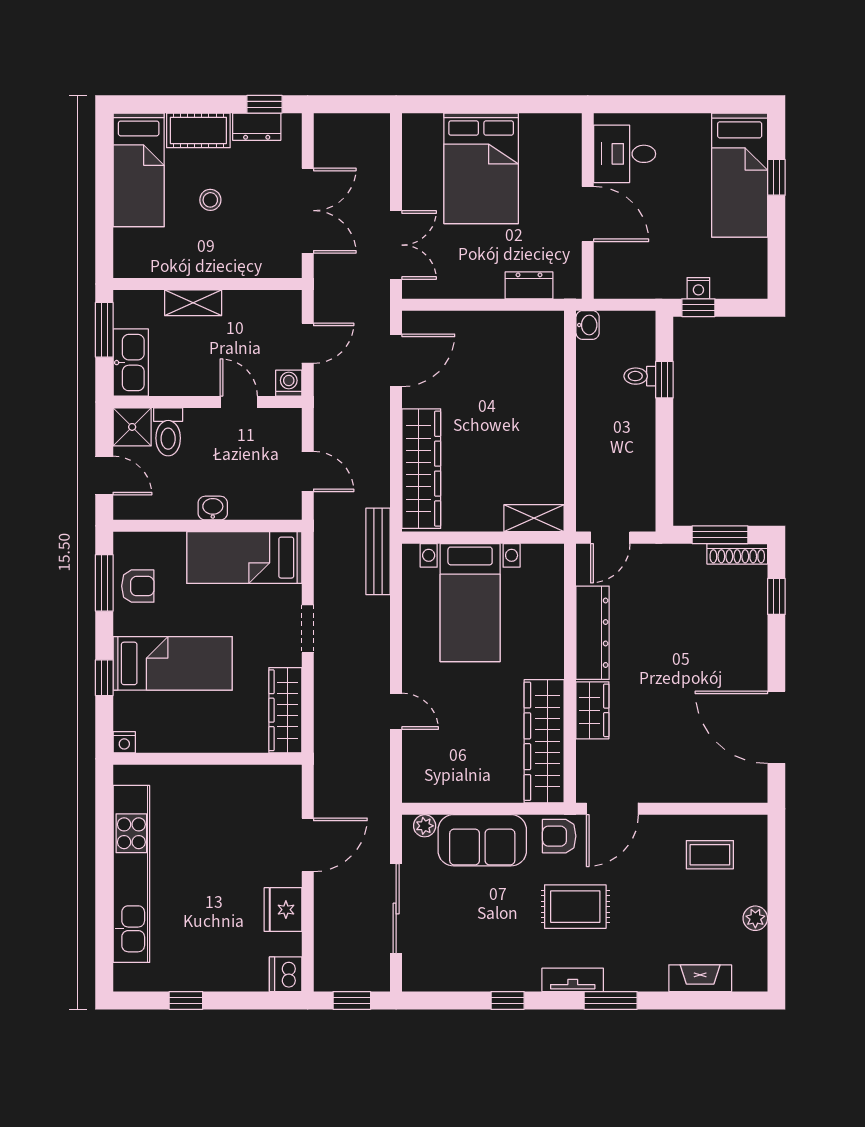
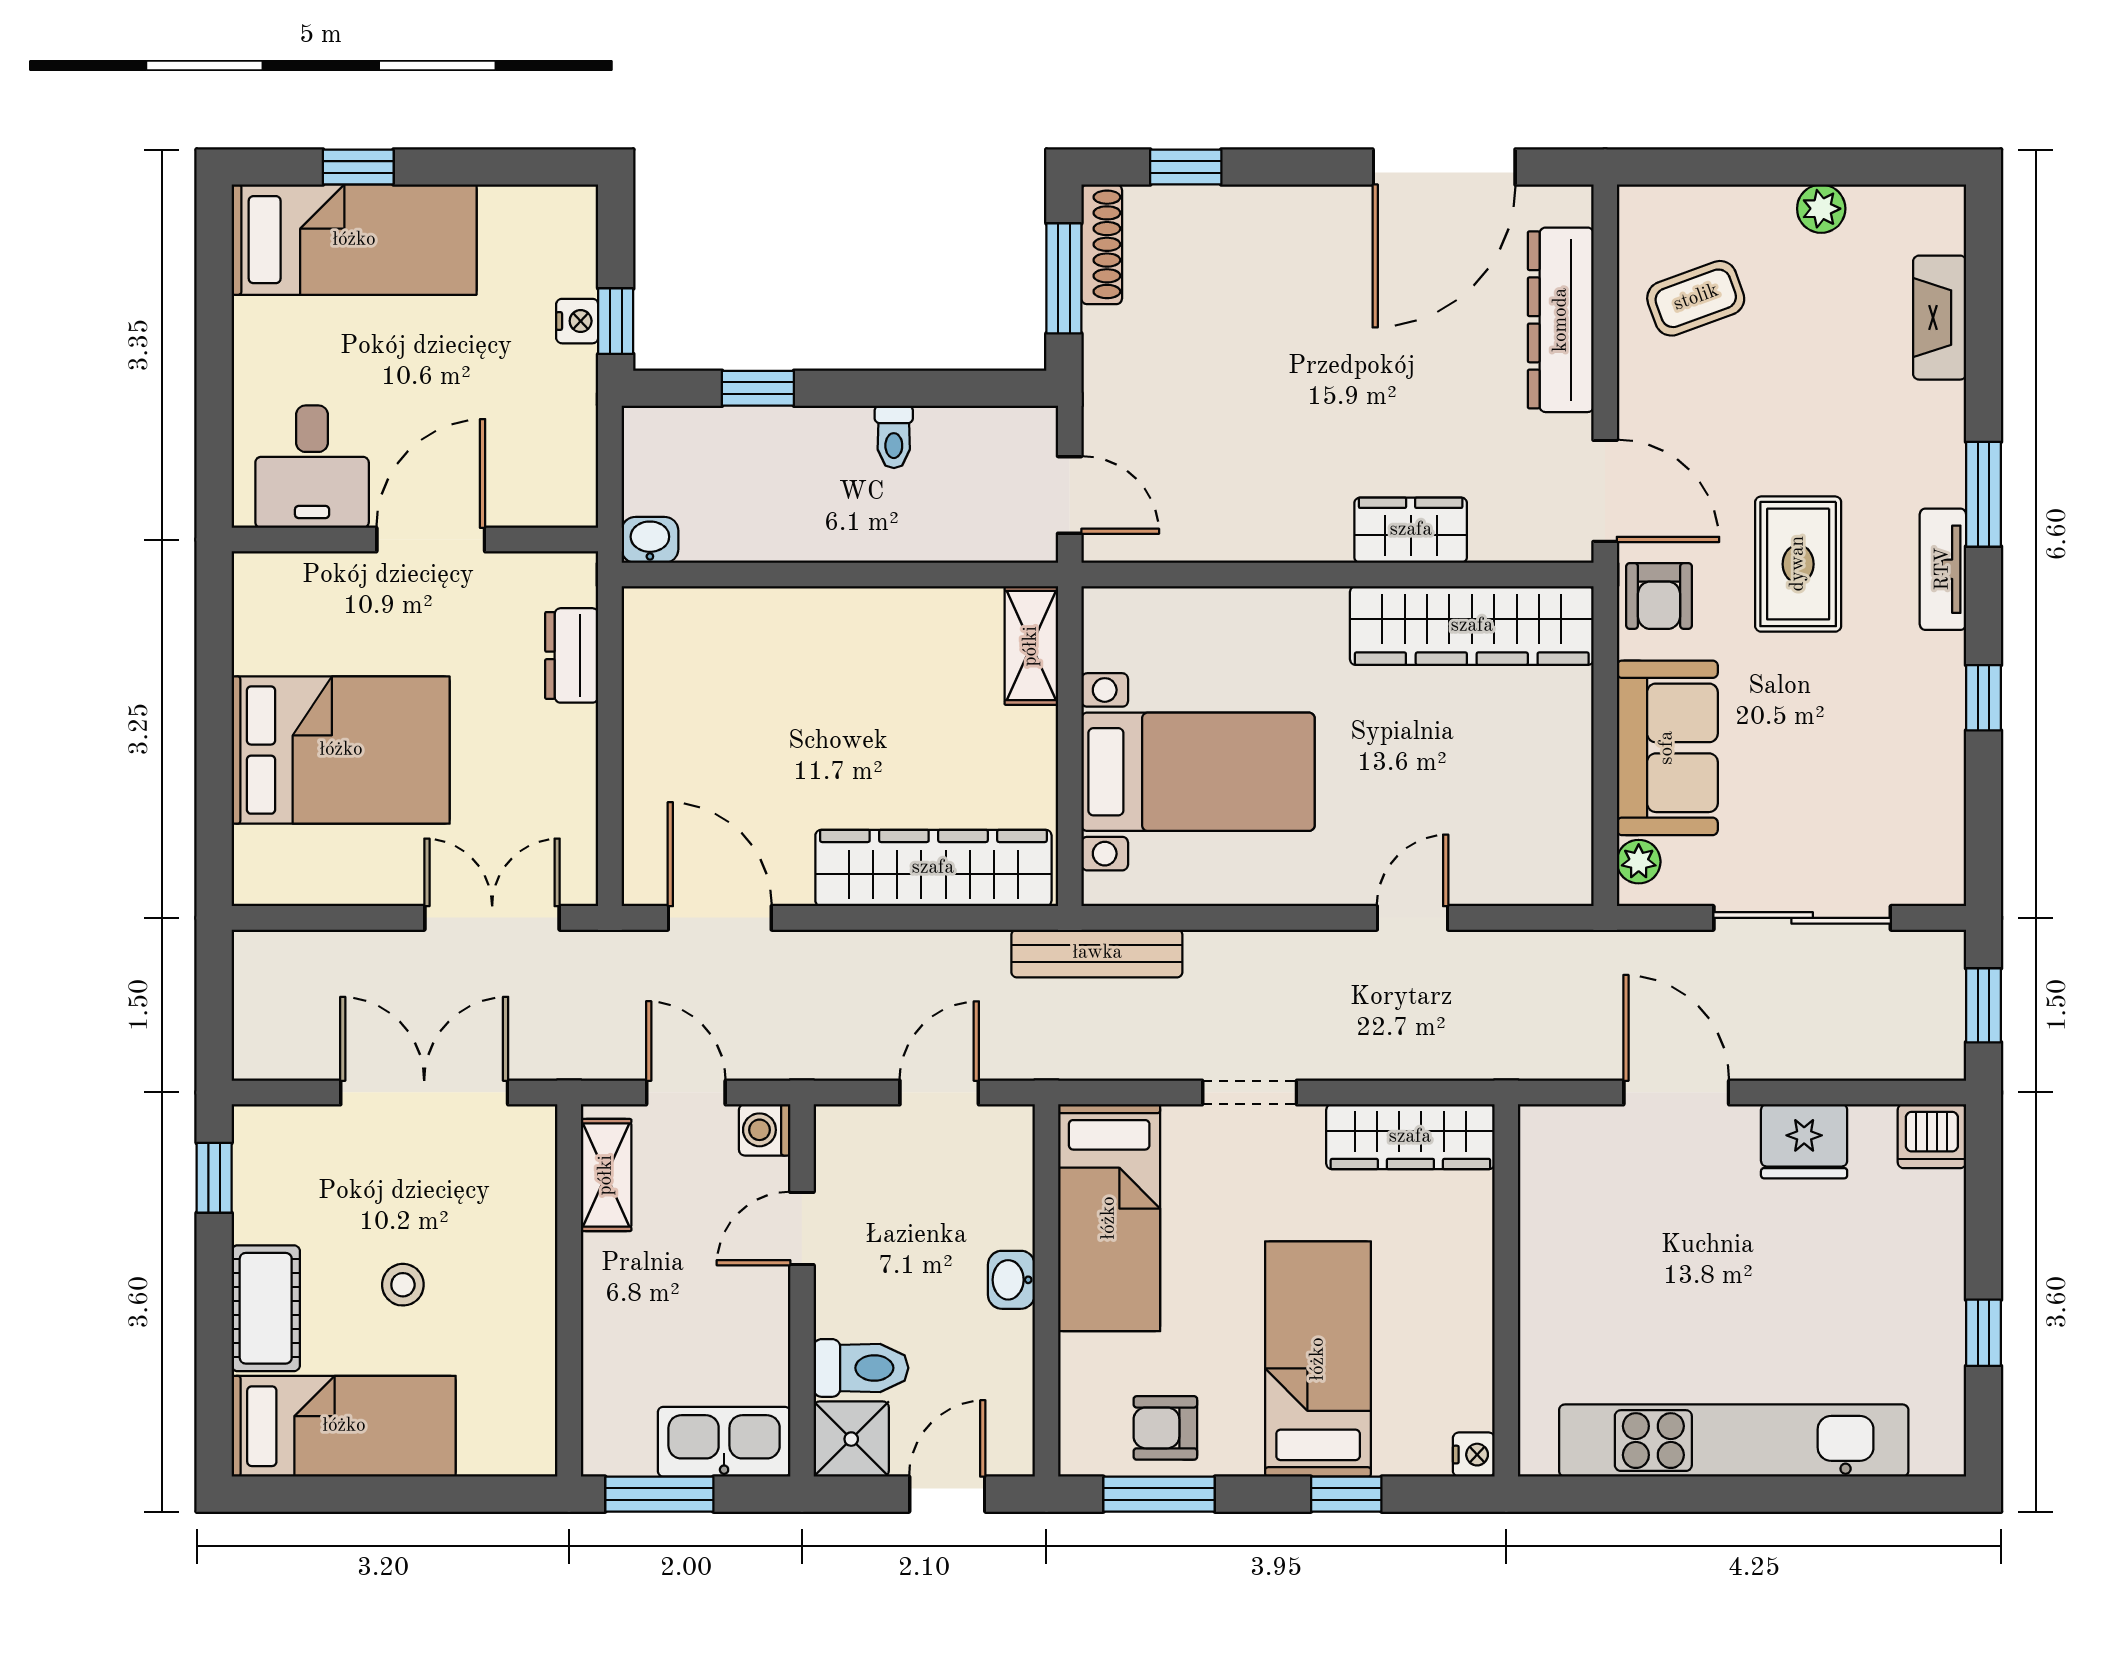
dresser: (257, 127) -> (258, 1193), removed
shelving: (193, 303) -> (606, 1175), moved
toilet: (640, 376) -> (894, 437), moved
armchair: (138, 586) -> (1165, 1428), turned -90
dresser: (593, 633) -> (1561, 320), moved, turned -90
coffee table: (710, 855) -> (1696, 298), turned 70

